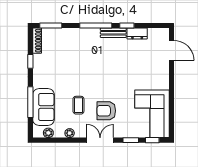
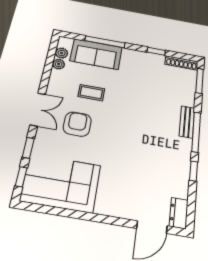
bench: (113, 33) -> (187, 122), moved
dresser: (137, 34) -> (179, 213), moved
plant: (70, 133) -> (59, 64), moved

